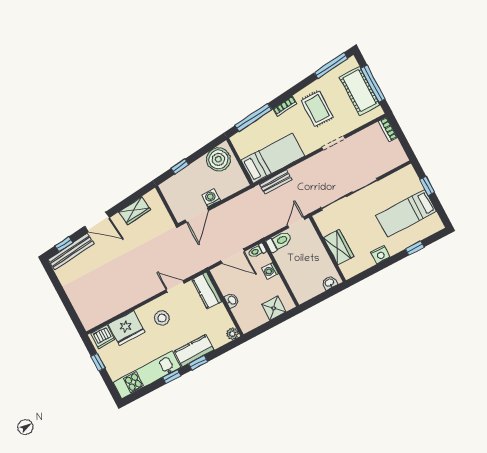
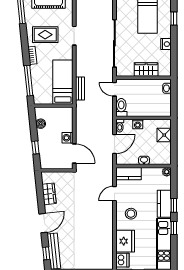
boiler: (218, 159) -> (41, 124), width x0.54, depth x0.54

